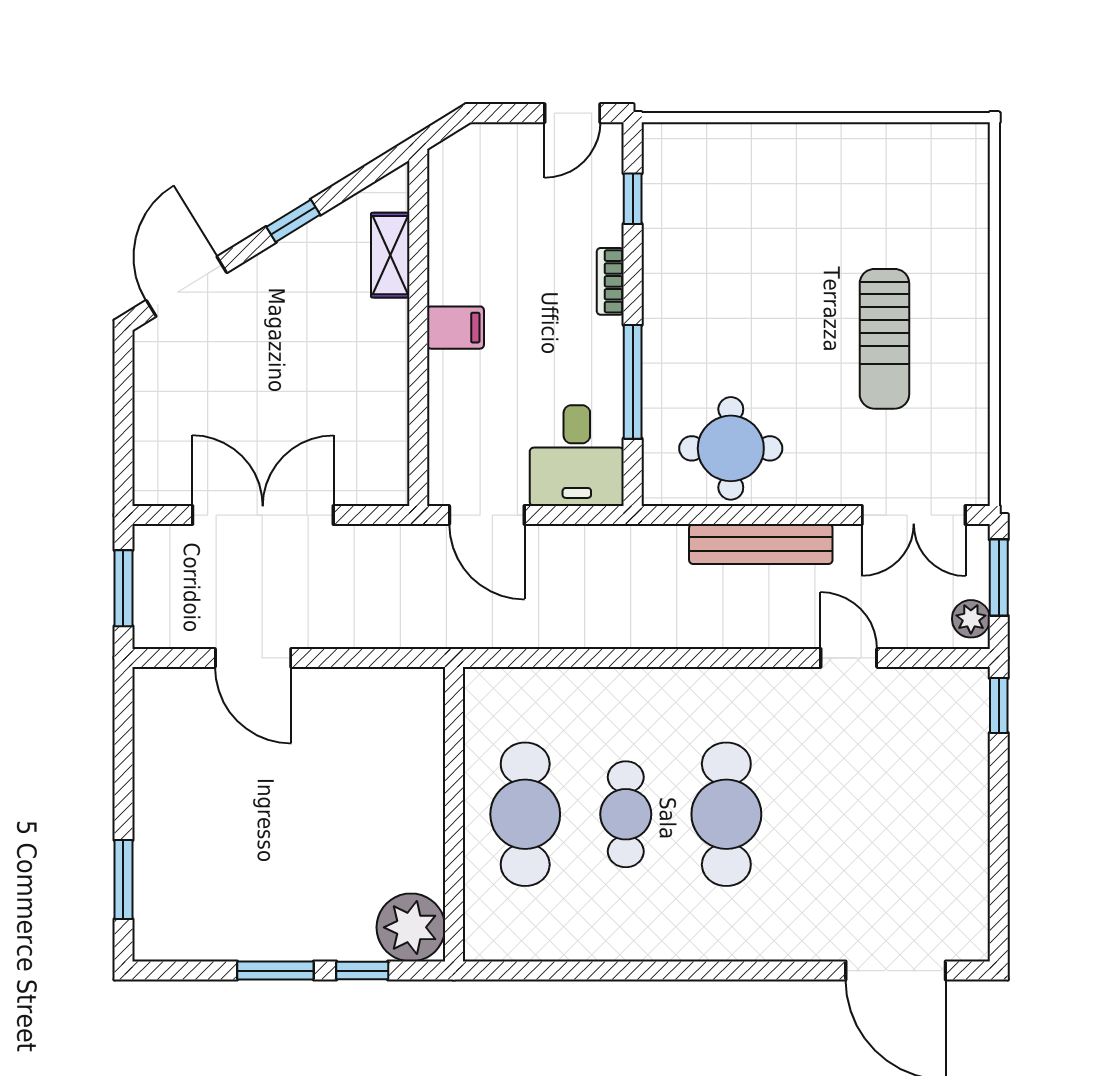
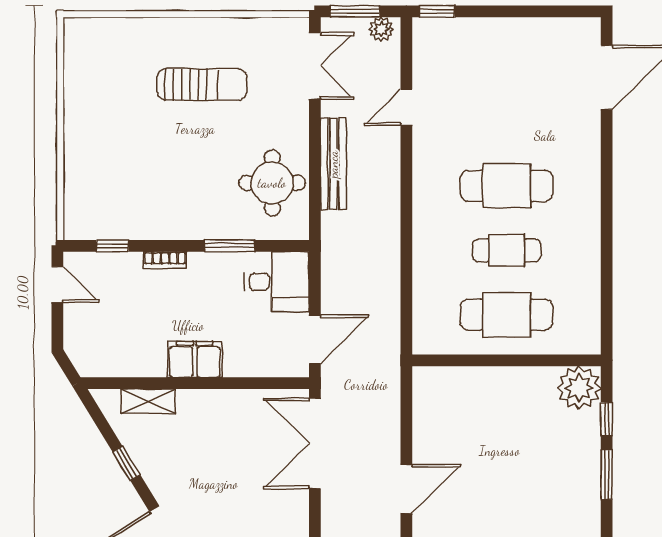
filing cabinet: (455, 328) -> (195, 359), width x2.00
window: (633, 382) -> (230, 246), width x0.69
double door: (263, 515) -> (315, 443), moved

